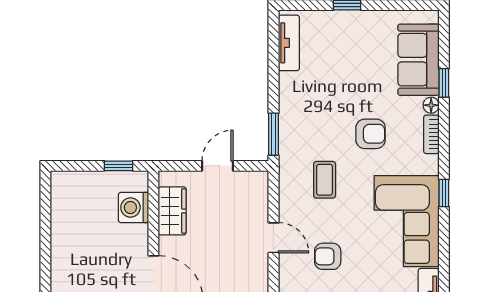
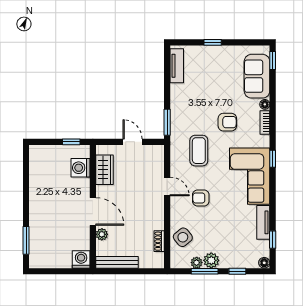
window: (444, 83) -> (273, 61), moved
door: (217, 166) -> (133, 142), hinge flipped
coffee table: (325, 180) -> (199, 151), width x1.36, depth x1.30

